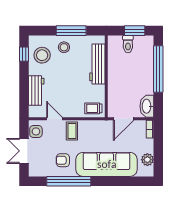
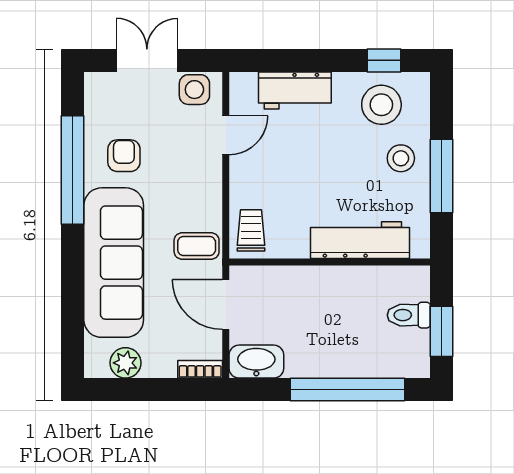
coffee table: (72, 131) -> (197, 246), moved

